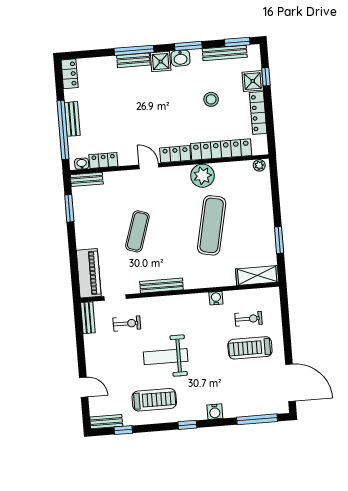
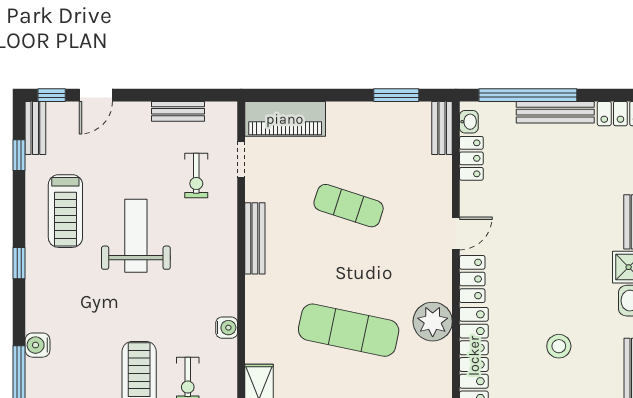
bench: (72, 119) -> (555, 112), width x1.36
bench: (88, 318) -> (178, 111), moved
water cooler: (215, 412) -> (38, 345), moved
window: (86, 414) -> (52, 95), added

